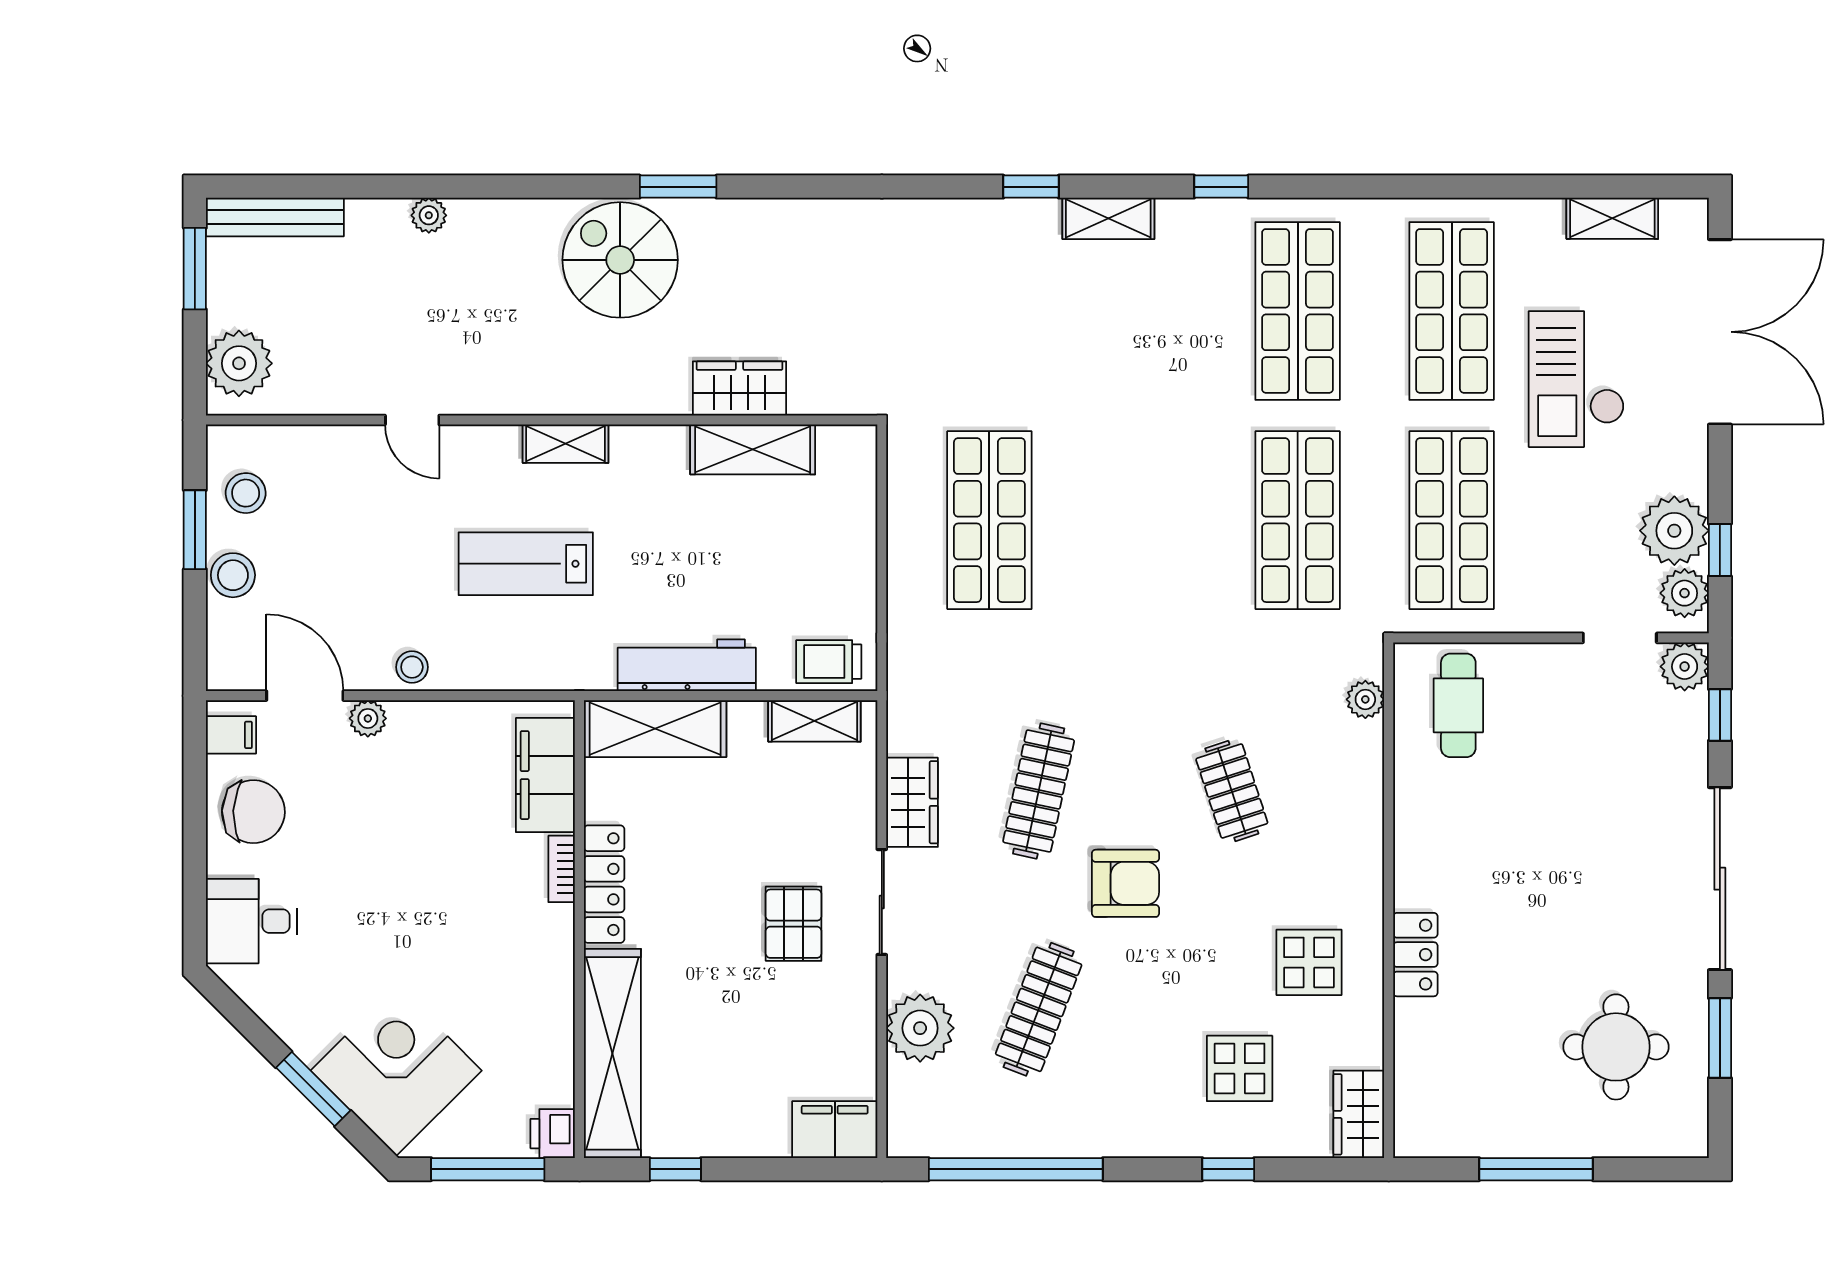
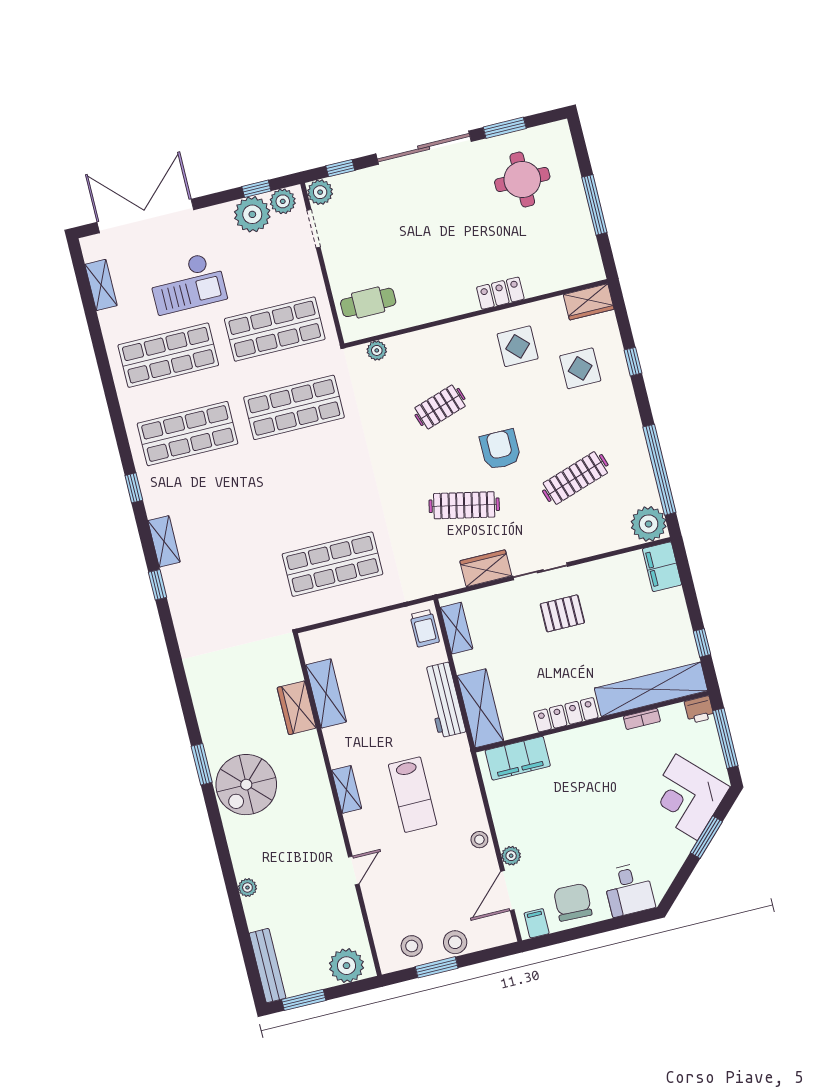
bookcase: (562, 869) -> (642, 719), moved
clothes rail: (1039, 1009) -> (575, 478), turned -39
plant: (920, 1028) -> (649, 524), moved

